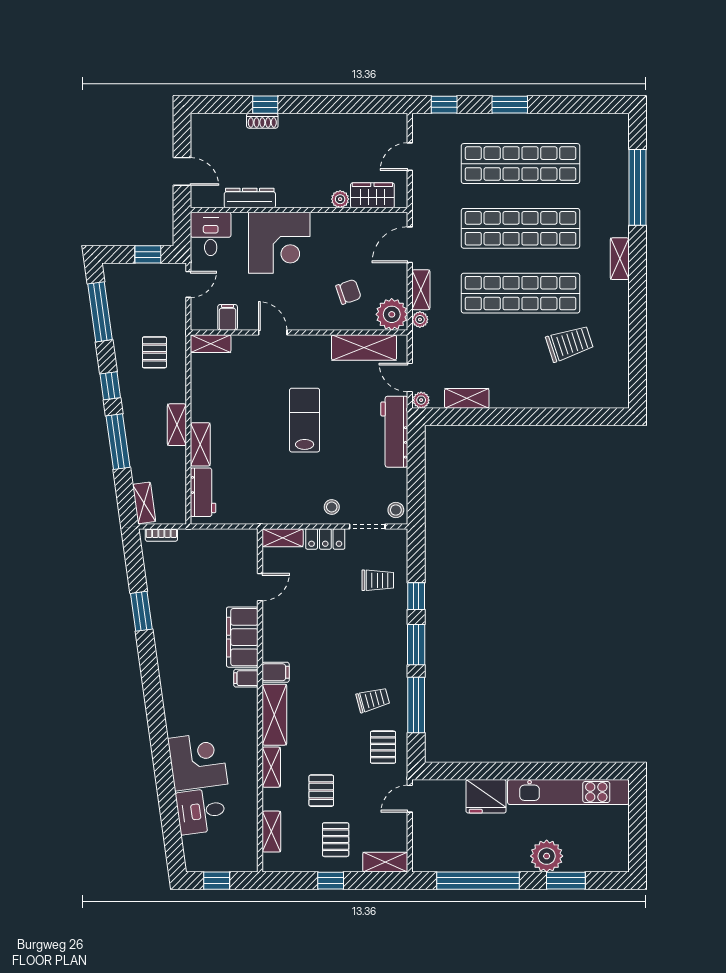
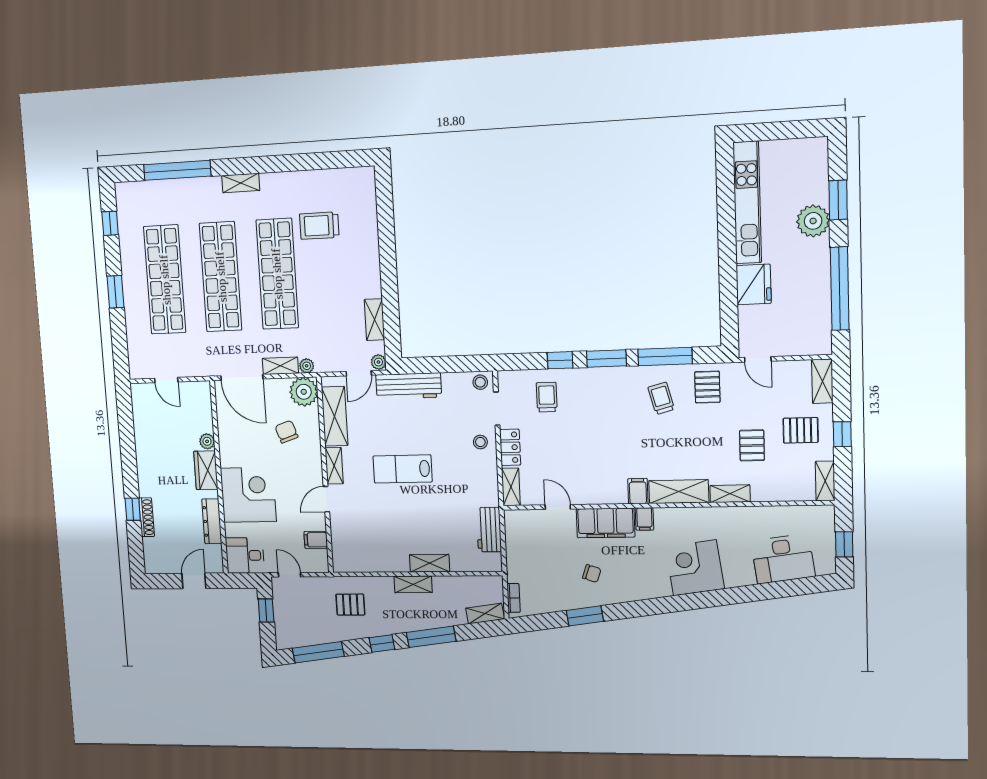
window: (444, 105) -> (110, 223), moved
shoe rack: (262, 121) -> (147, 517), width x1.43
wardrobe: (372, 195) -> (206, 470), moved
door: (410, 245) -> (242, 377), width x1.36
trolley: (570, 343) -> (319, 226), turned -72
shelving: (211, 344) -> (334, 466), moved
workbench: (203, 492) -> (489, 530), moved, turned -90
chair: (188, 620) -> (592, 574), added
pallet: (383, 747) -> (707, 387), turned 90
corner desk: (198, 761) -> (695, 568), moved
pallet: (321, 791) -> (752, 445), turned 90
desk: (201, 811) -> (783, 559), width x1.37
shelving: (271, 832) -> (825, 481), moved, turned 90

